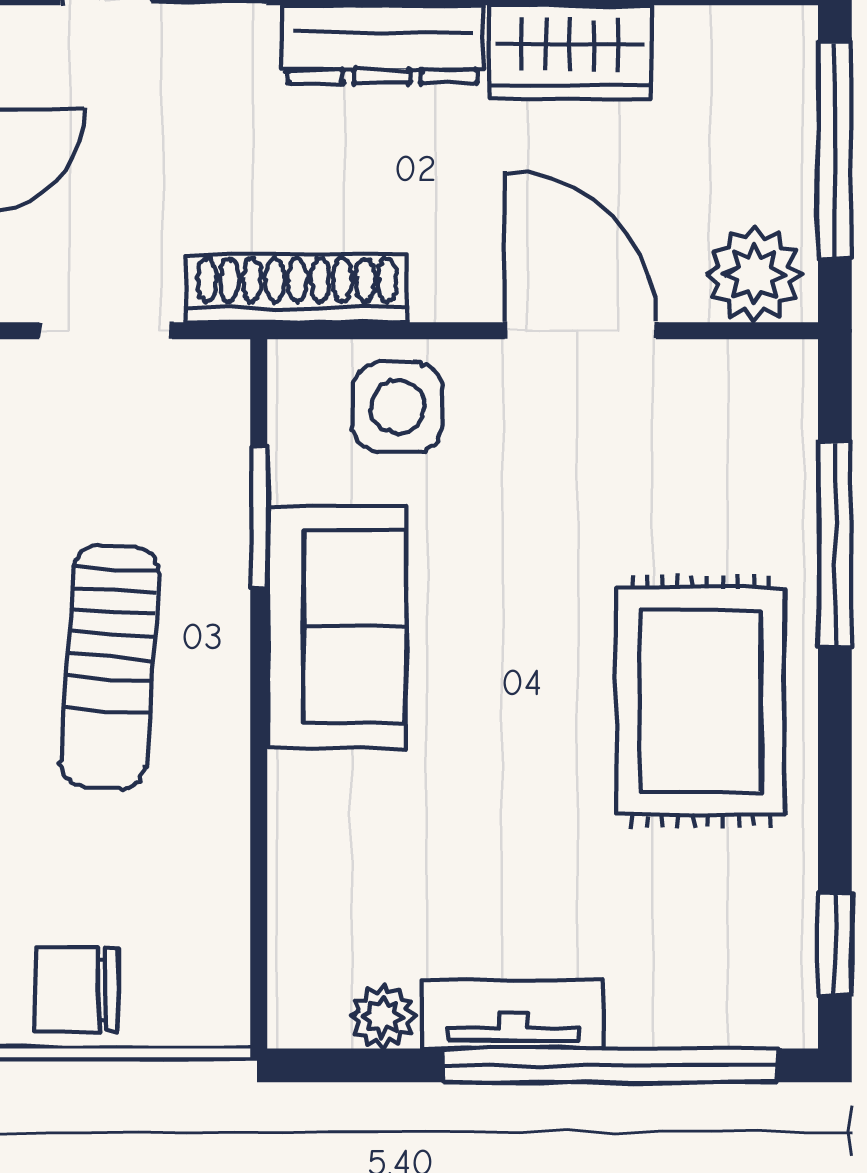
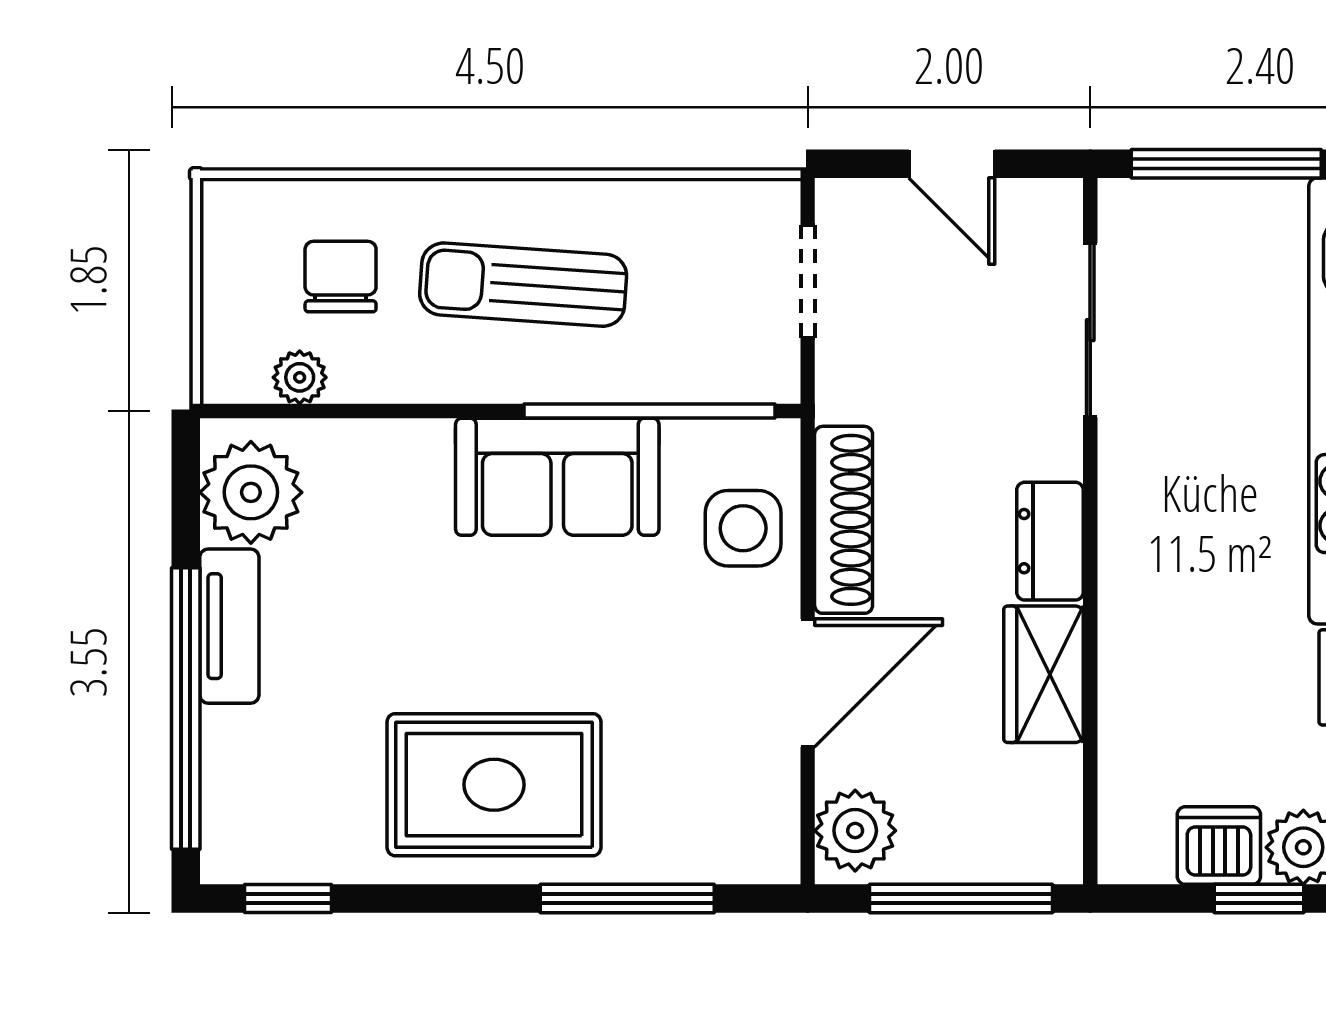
dresser: (382, 44) -> (1050, 541), width x0.70
shoe rack: (297, 288) -> (844, 520), moved
window: (259, 517) -> (650, 411), width x2.11
plant: (219, 931) -> (300, 377), added
chair: (76, 989) -> (341, 277), moved
plant: (383, 1017) -> (251, 492), width x1.88, depth x1.88

